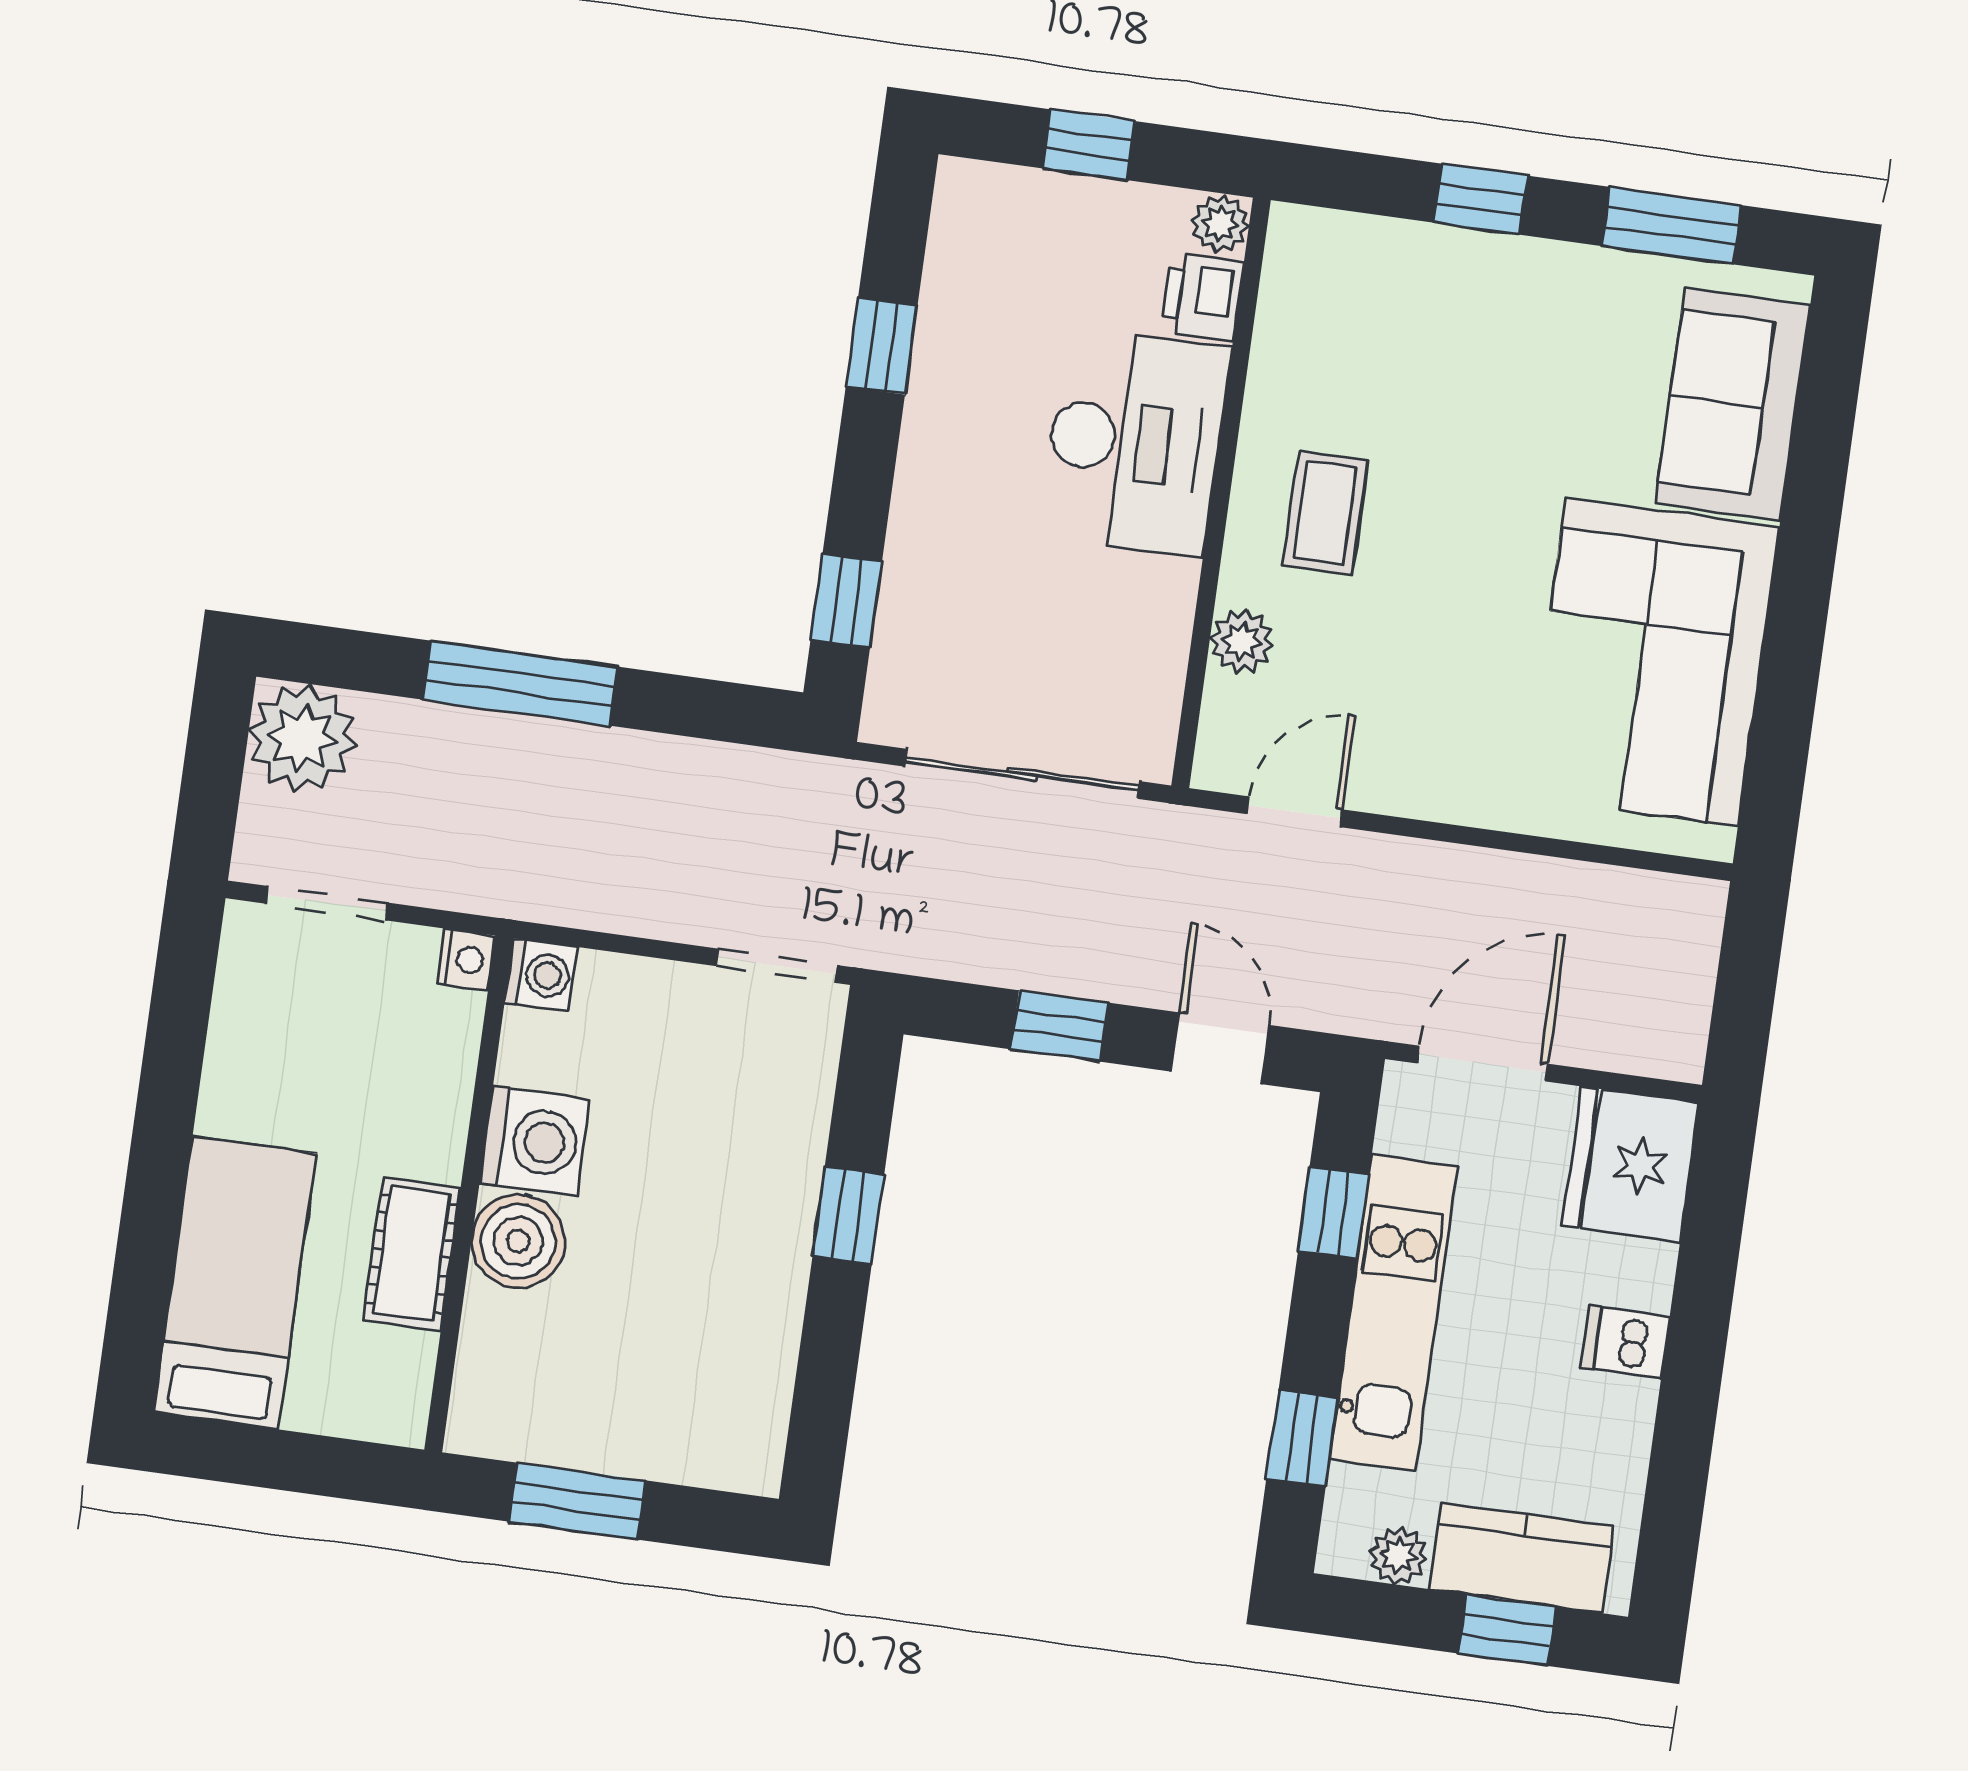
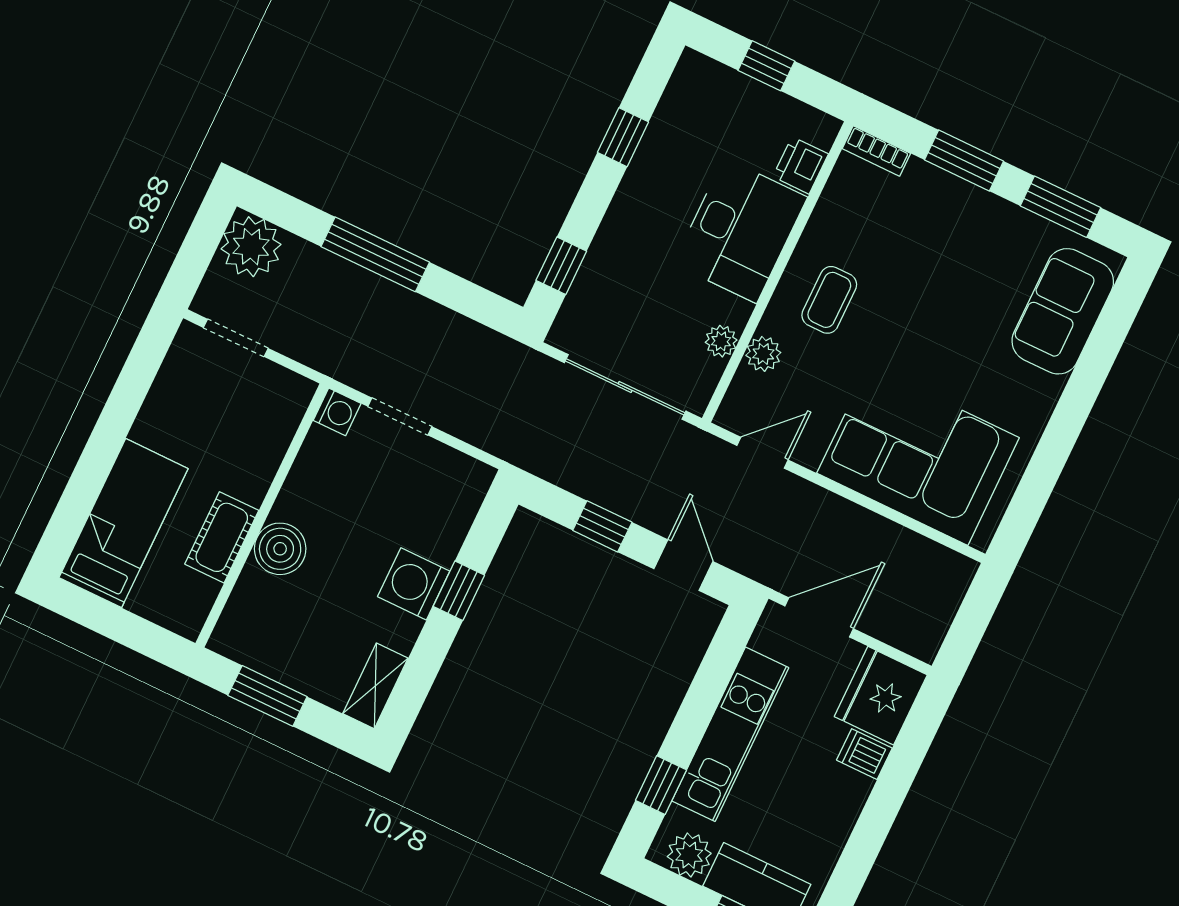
window: (1480, 199) -> (964, 161), width x1.50
plant: (1220, 224) -> (721, 341), moved
bookcase: (1325, 231) -> (876, 151), added
corner sofa: (1652, 662) -> (918, 455), moved, turned 90
nightstand: (466, 959) -> (300, 391), removed
doorway: (777, 966) -> (400, 416), moved
washing machine: (535, 1141) -> (414, 584), moved, turned 180
window: (1333, 1213) -> (716, 671), removed
dishwasher: (1625, 1342) -> (864, 754), moved
shelving: (757, 1425) -> (375, 686), added
plant: (1398, 1555) -> (689, 855), width x1.38, depth x1.38

